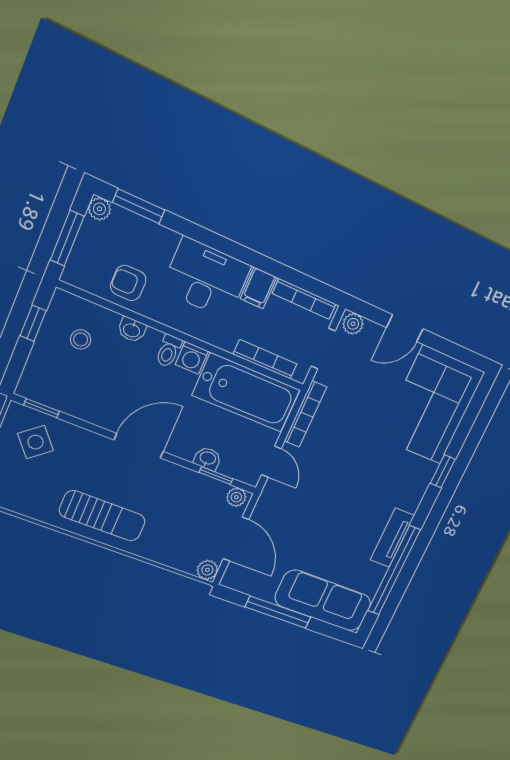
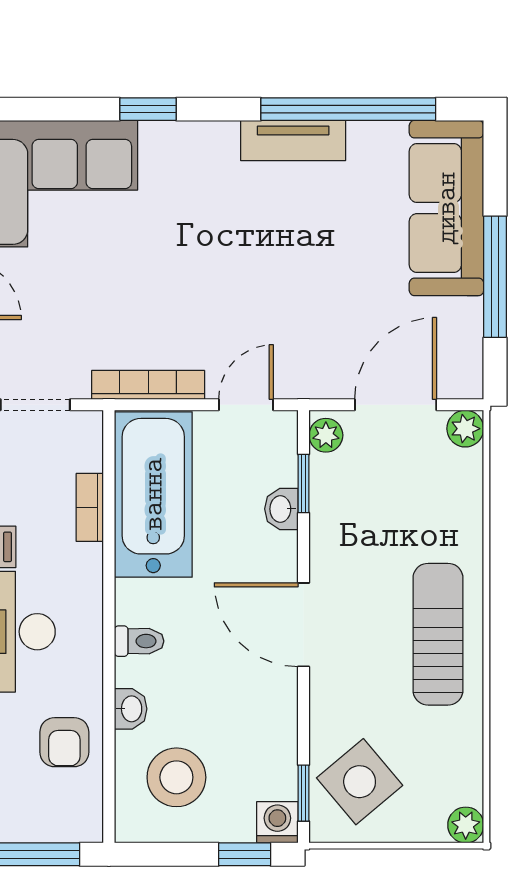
window: (33, 323) -> (245, 854), moved
stool: (81, 339) -> (176, 777), width x1.89, depth x1.89
washing machine: (192, 358) -> (277, 822), moved, turned -90
bookcase: (265, 359) -> (90, 507), width x0.64
side table: (36, 442) -> (360, 782), width x1.37, depth x1.37

